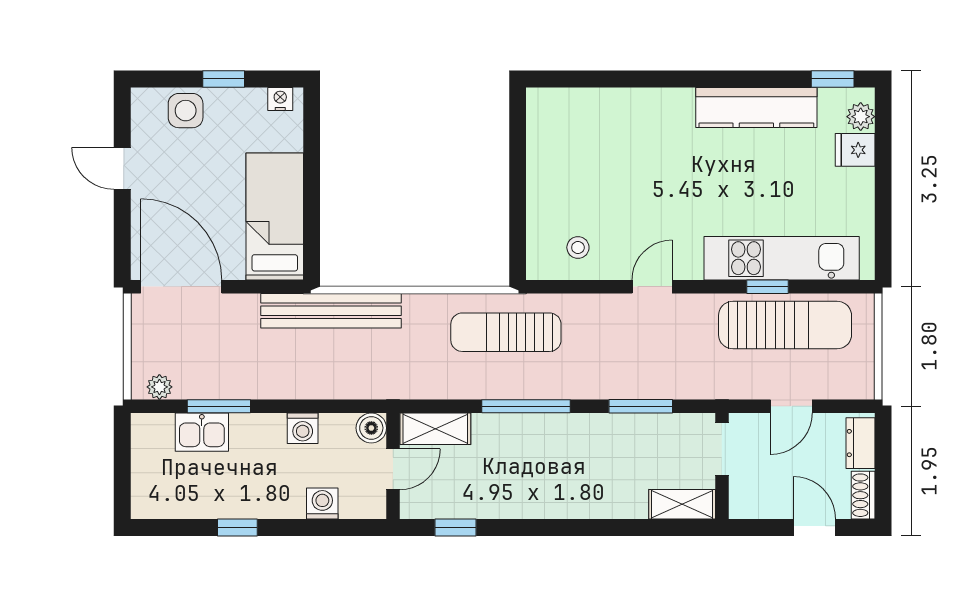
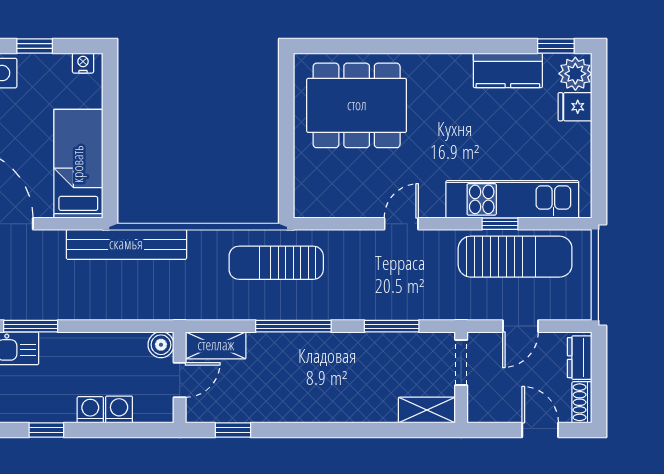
kitchen counter: (756, 107) -> (508, 70), width x0.67
plant: (861, 117) -> (575, 74), width x1.38, depth x1.38
dining table: (600, 148) -> (357, 105), added
stool: (578, 247) -> (338, 190), removed
washing machine: (303, 428) -> (90, 410), moved, turned 180

